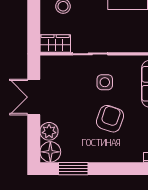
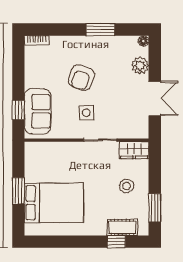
floor lamp: (50, 152) -> (143, 41), width x0.53, depth x0.53
window: (73, 169) -> (100, 29), moved

